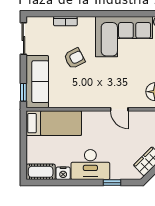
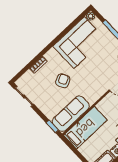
sofa: (37, 82) -> (71, 114), moved, turned -90

